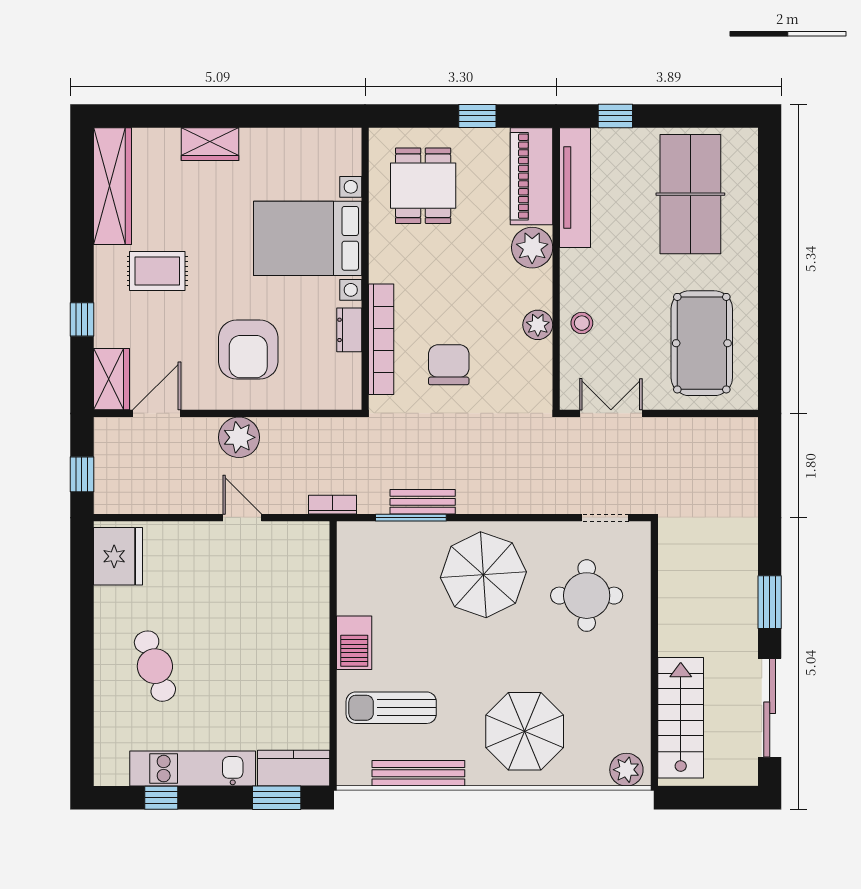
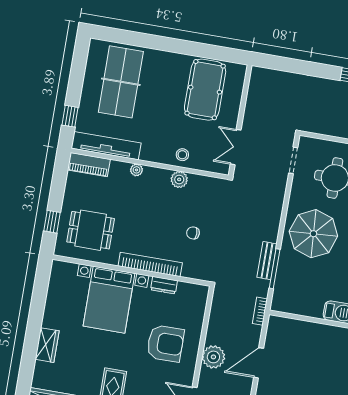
window: (477, 116) -> (52, 222), moved
piano: (531, 176) -> (89, 165), width x0.73, depth x0.75
table tennis table: (690, 194) -> (121, 82), turned 90
plant: (532, 248) -> (136, 170), width x0.53, depth x0.53
bookcase: (381, 339) -> (150, 264), moved
pool table: (702, 343) -> (205, 90), turned 90
chair: (449, 365) -> (193, 233), width x0.54, depth x0.54
door: (242, 518) -> (259, 363), width x1.38

